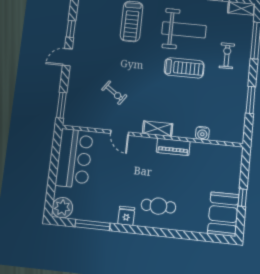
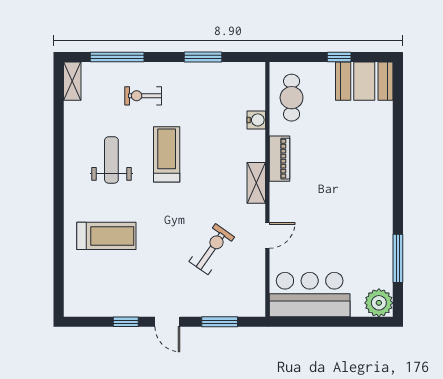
weight bench: (184, 30) -> (111, 160), width x0.73, depth x0.75
exercise bike: (114, 93) -> (212, 249), width x1.38, depth x1.39
window: (61, 105) -> (220, 322), moved
cafe table: (158, 206) -> (292, 98), moved
fridge: (126, 216) -> (381, 213), removed

